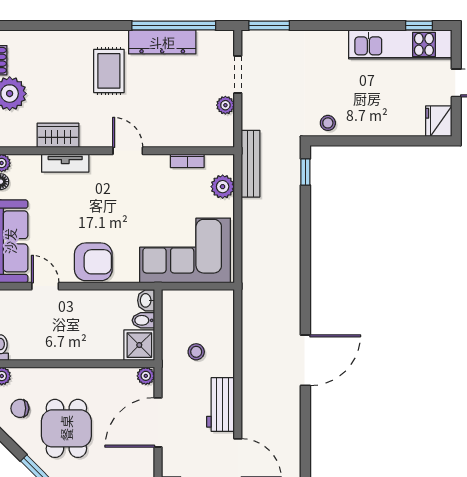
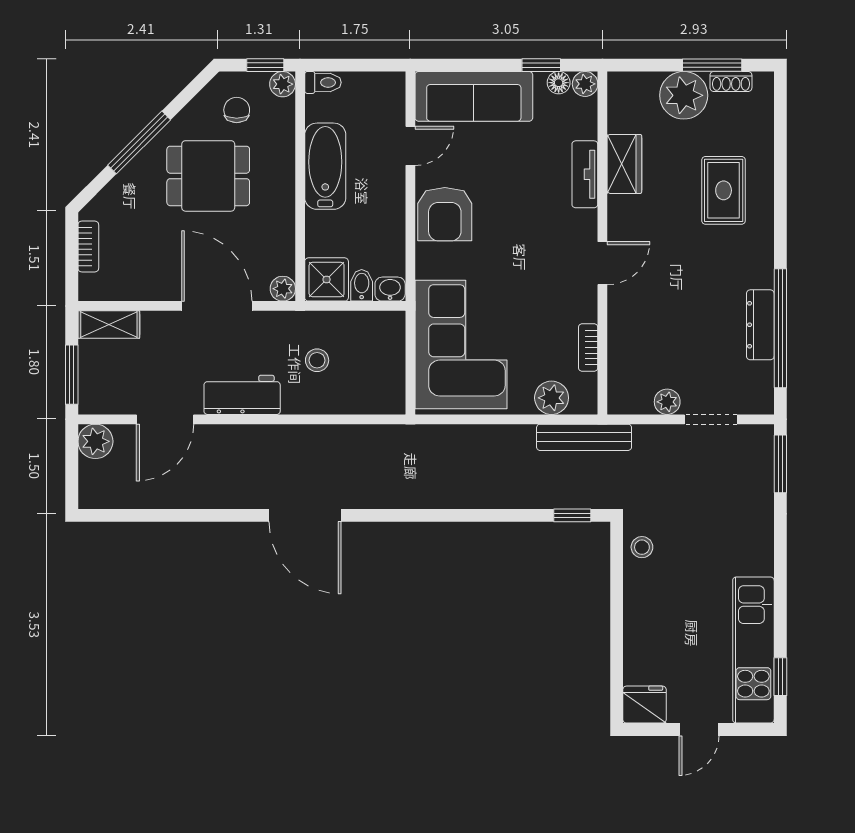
dresser: (162, 42) -> (760, 325), width x0.73, depth x0.80
rug: (109, 71) -> (724, 190), moved, turned 90
bathtub: (60, 346) -> (325, 166), added

